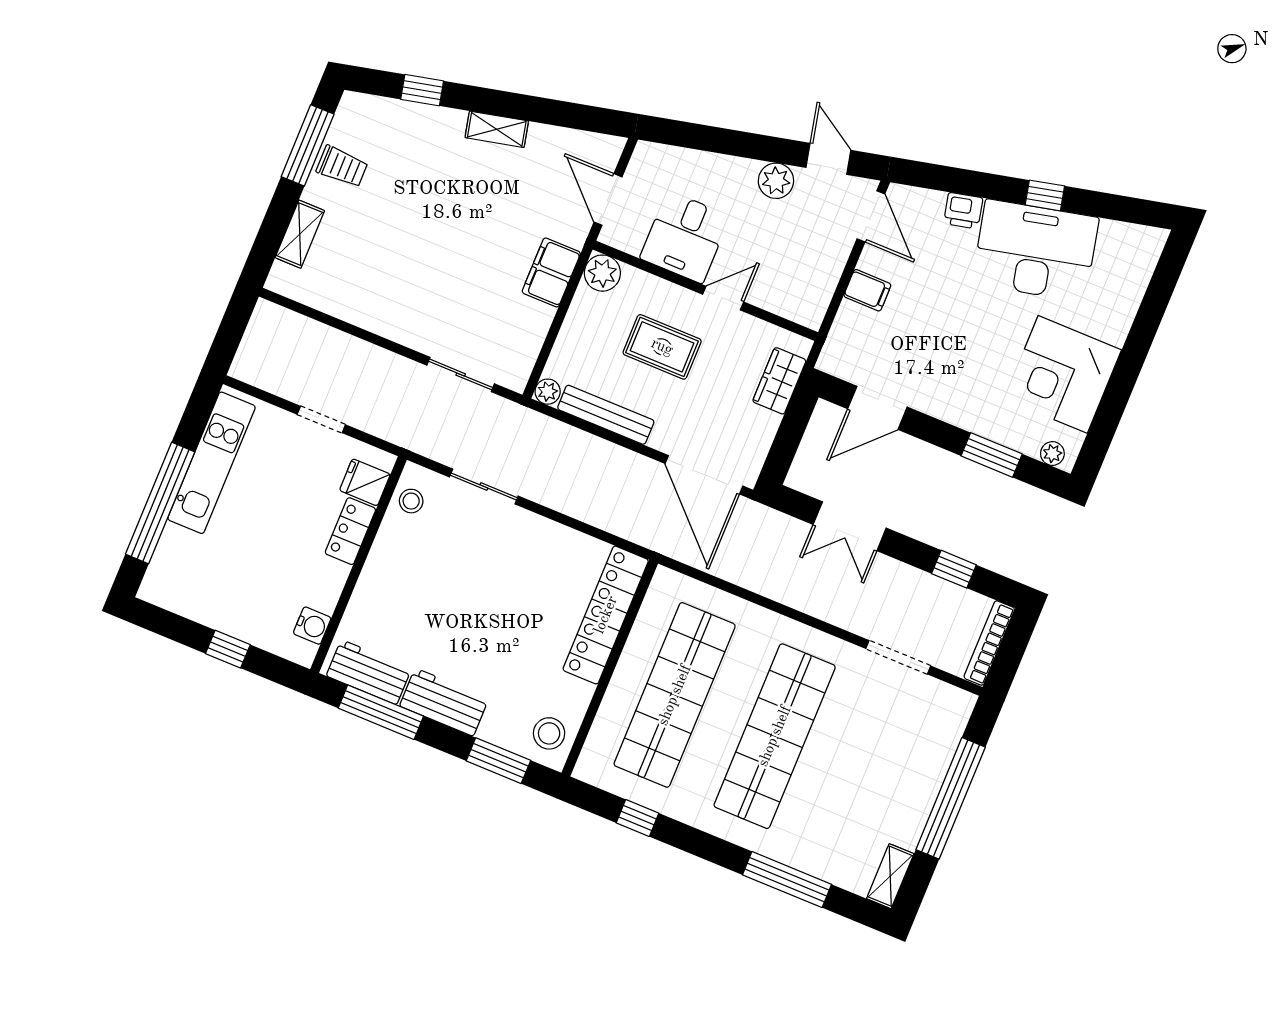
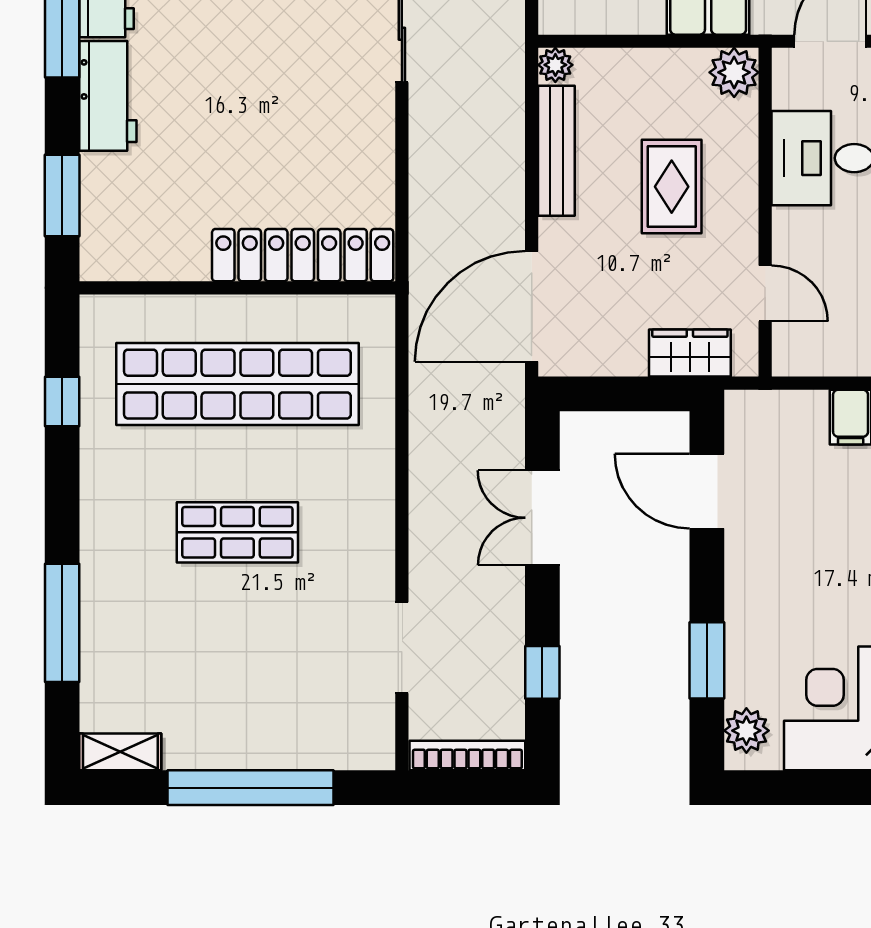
door: (723, 298) -> (765, 293), moved
plant: (1052, 454) -> (746, 731), width x1.38, depth x1.38
stool: (549, 733) -> (123, 245), removed
shop shelf: (775, 736) -> (237, 532), width x0.50, depth x0.74

